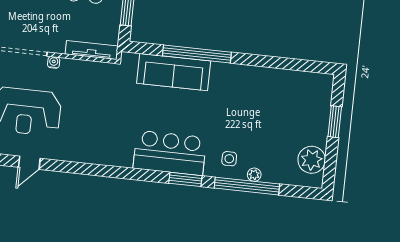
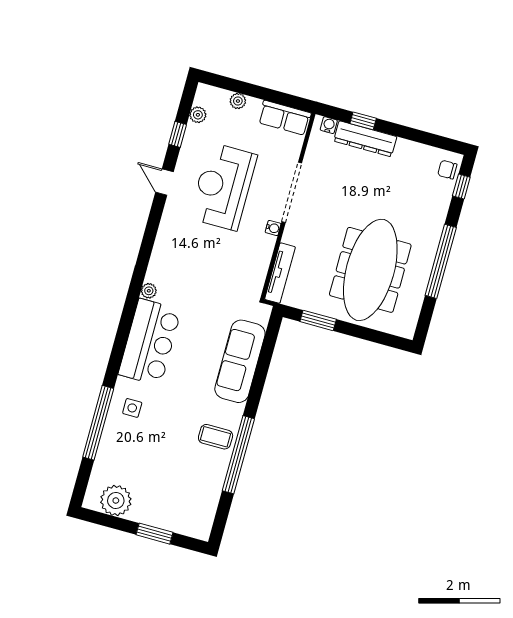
window: (197, 54) -> (238, 455), moved
coffee table: (242, 83) -> (216, 437), added
plant: (254, 175) -> (149, 291), moved
window: (185, 179) -> (117, 355), removed

